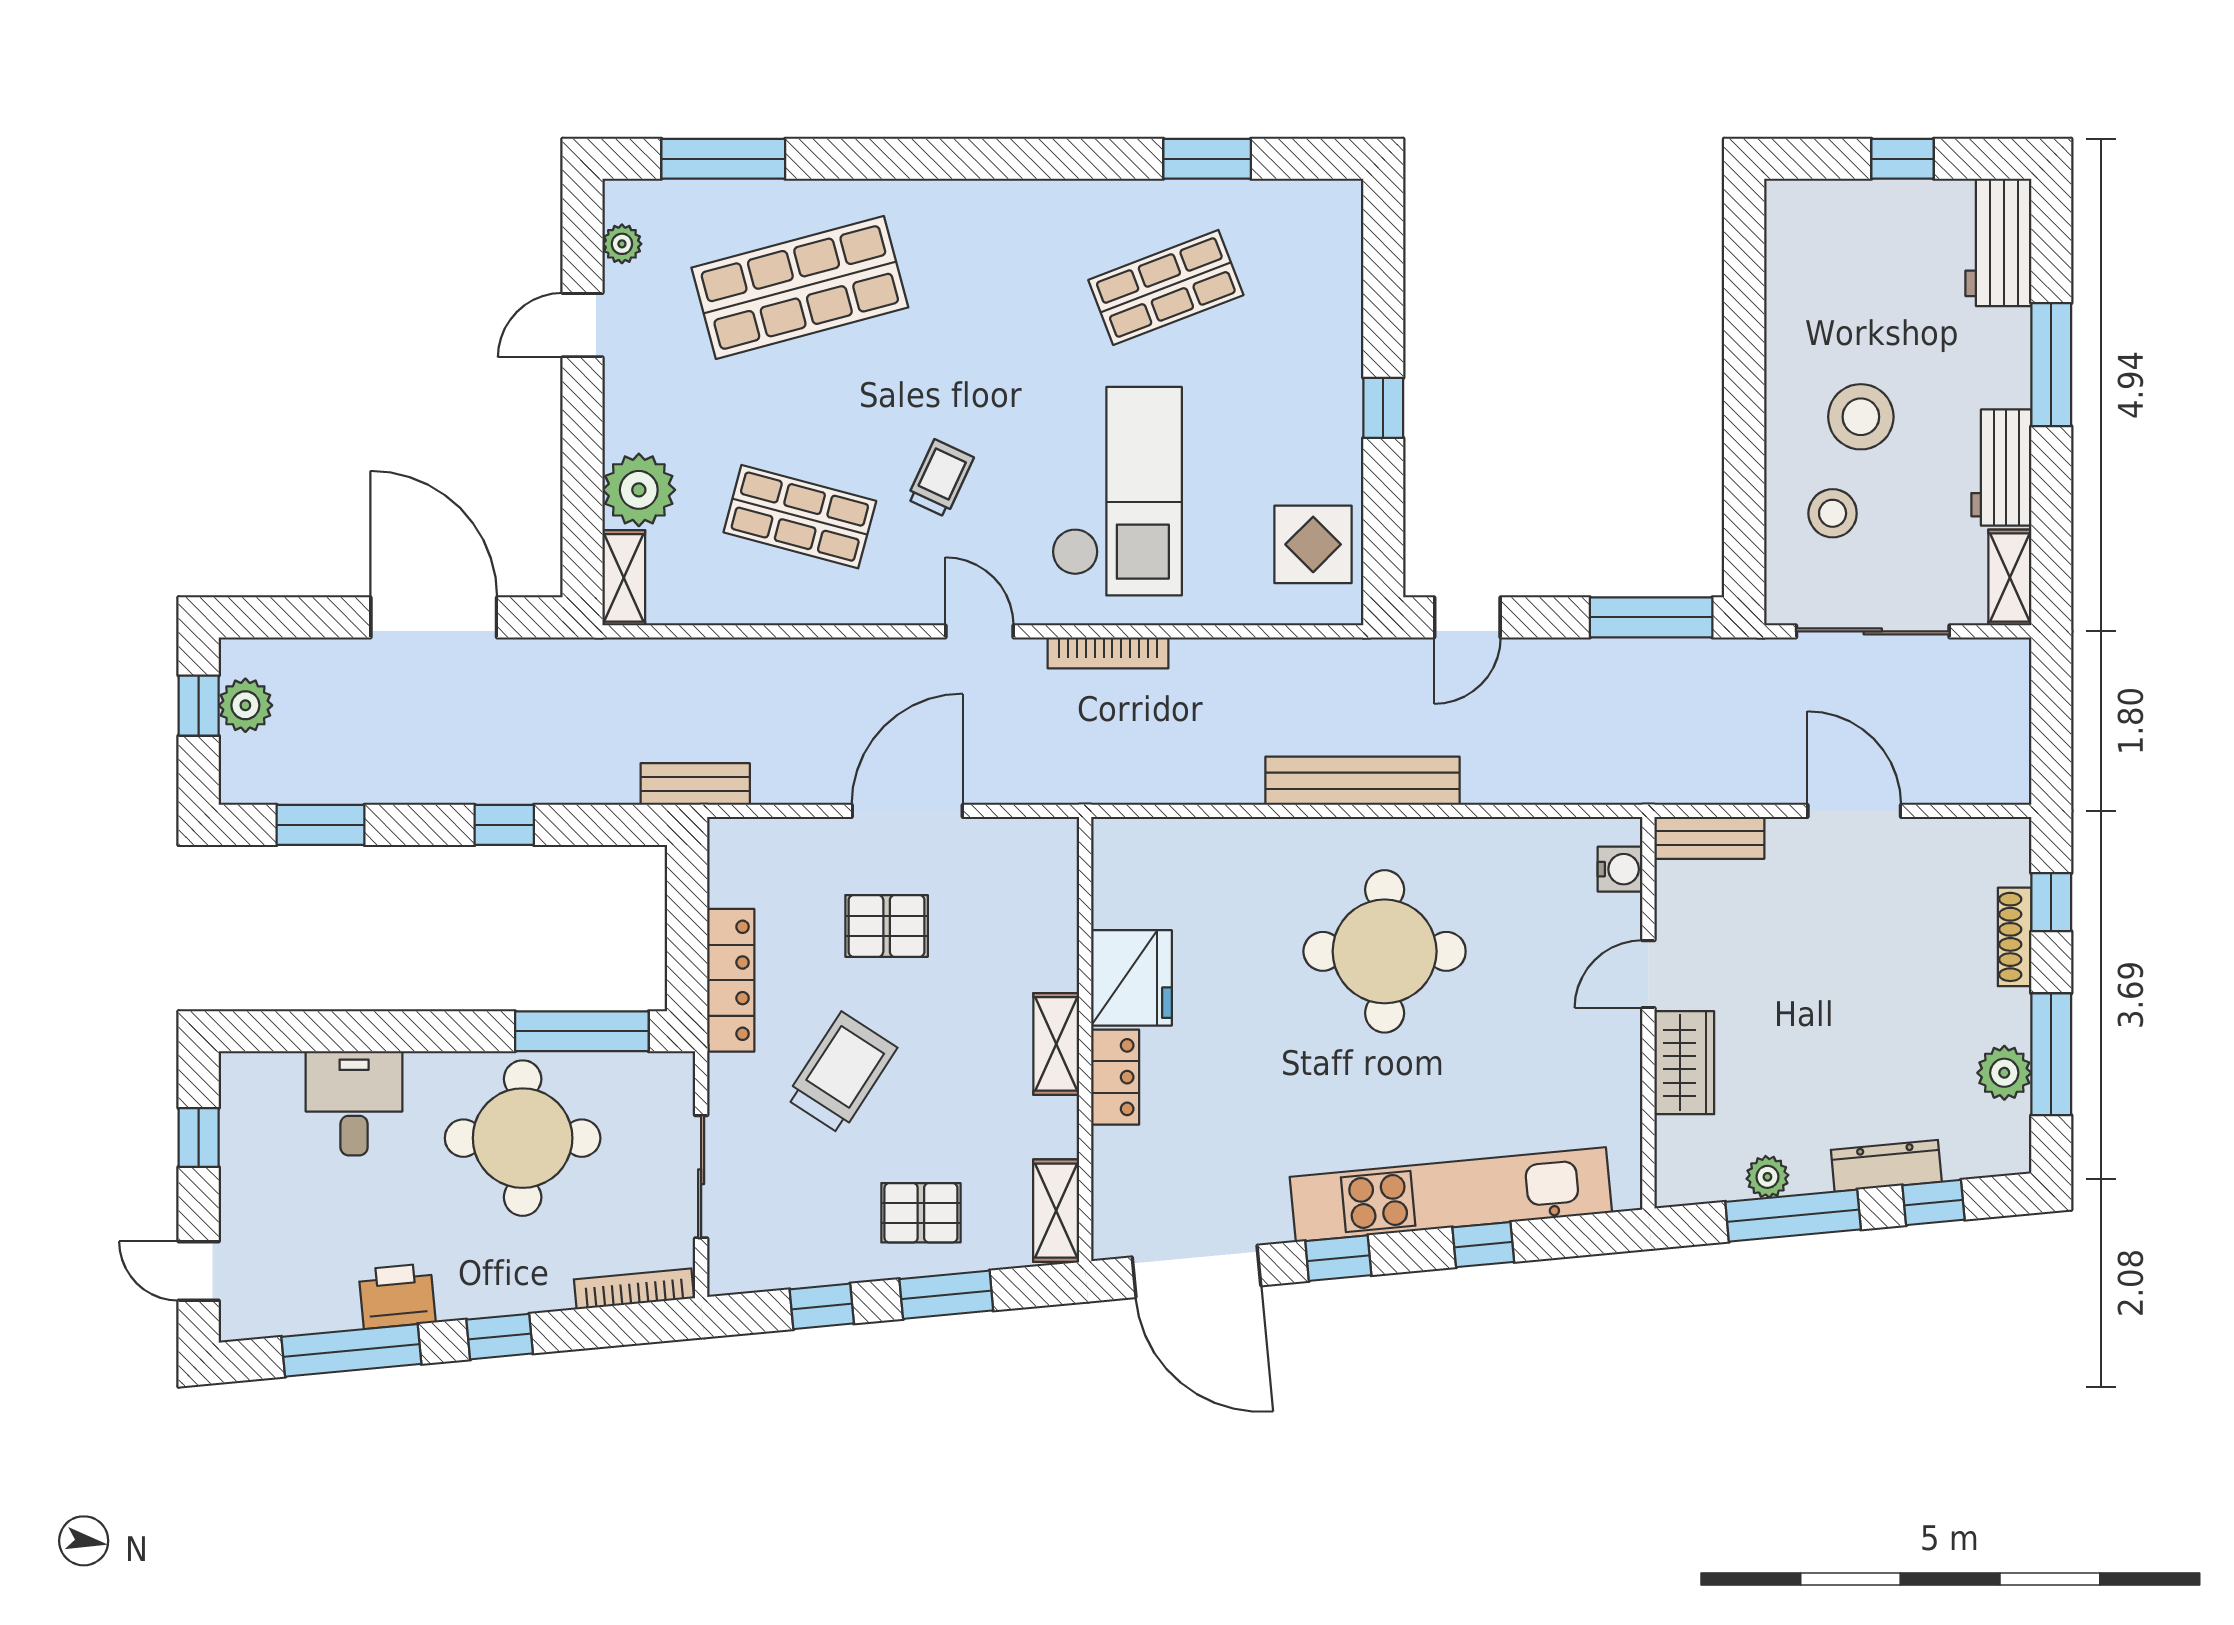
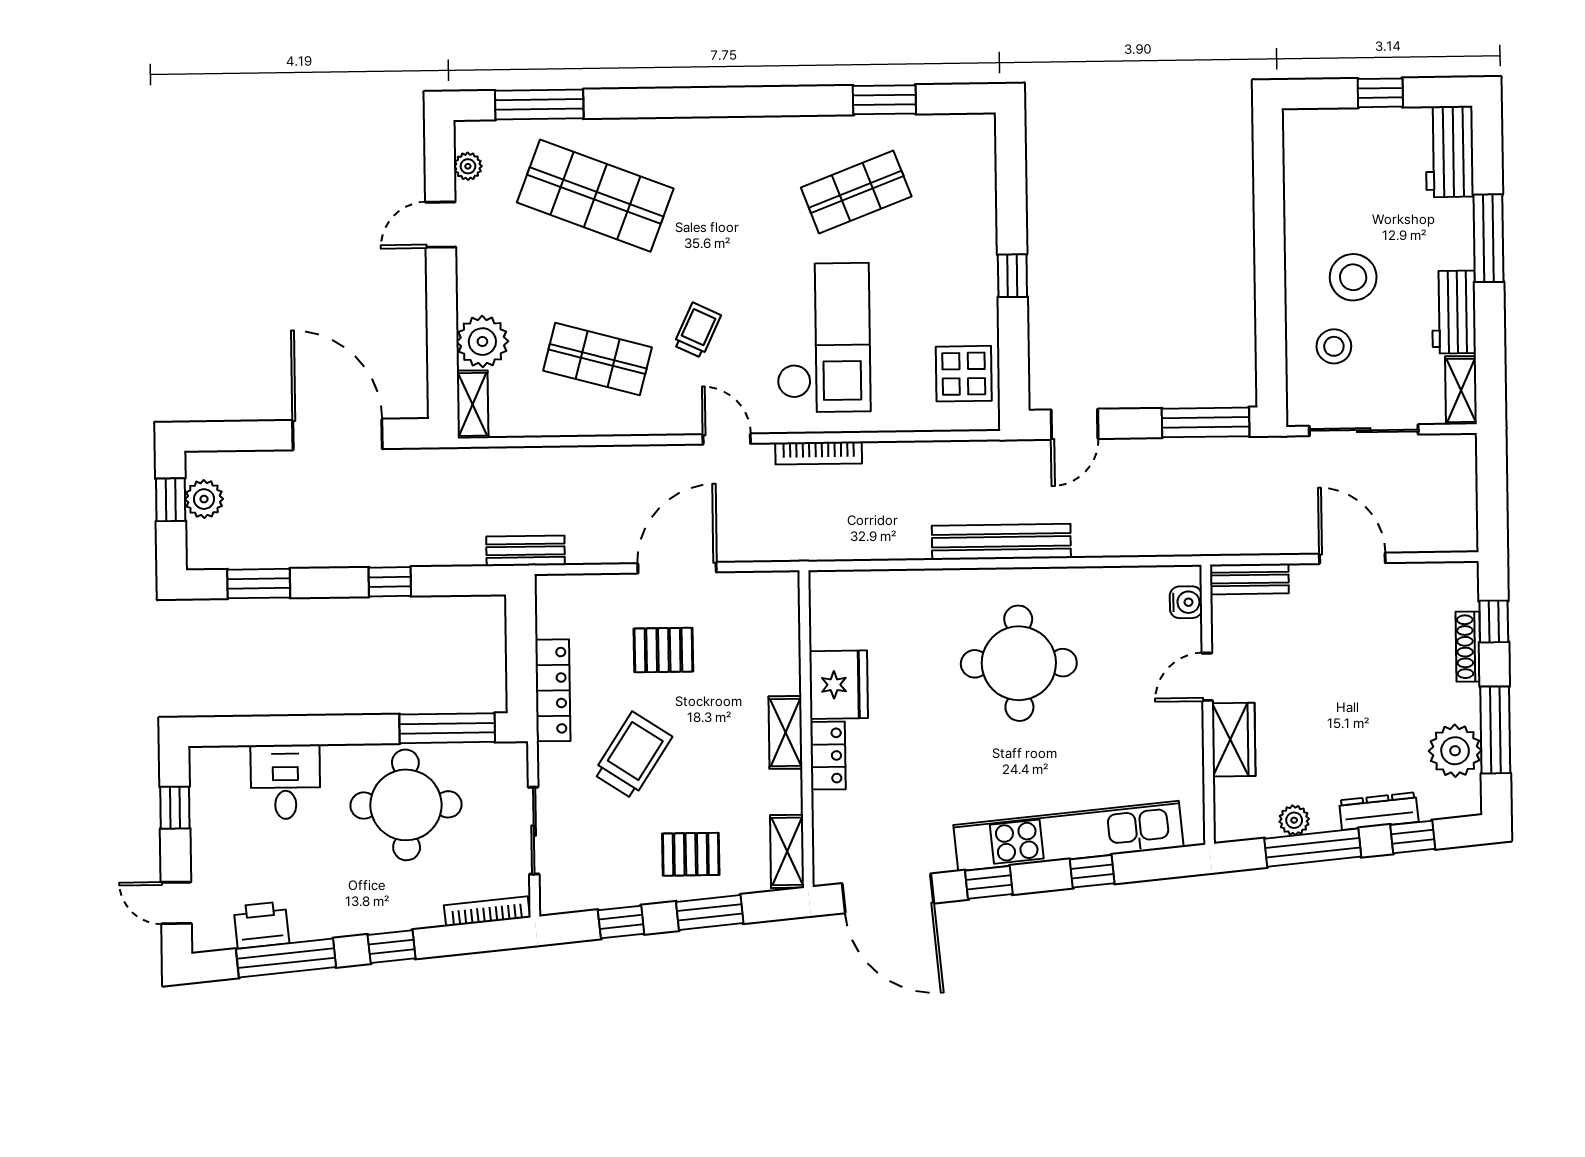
shop shelf: (800, 287) -> (595, 196), turned 36
plant: (2004, 1073) -> (1455, 751), width x1.36, depth x1.36
printer: (397, 1296) -> (261, 925), moved

